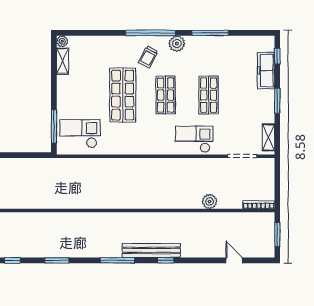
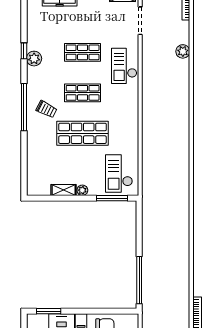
window: (210, 33) -> (24, 51), width x0.46
plant: (62, 41) -> (82, 190), moved
plant: (177, 44) -> (34, 59), moved
shelving: (63, 61) -> (64, 190), moved

